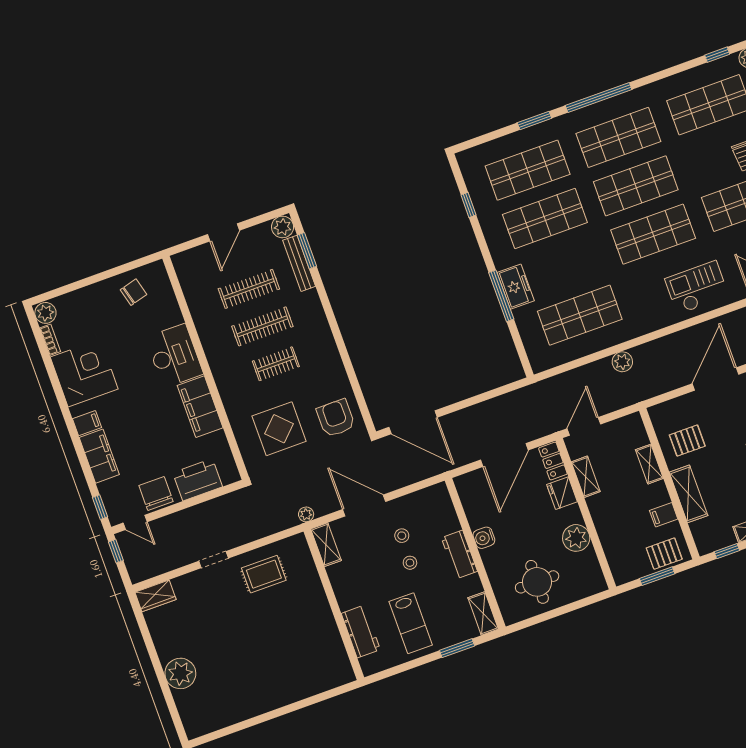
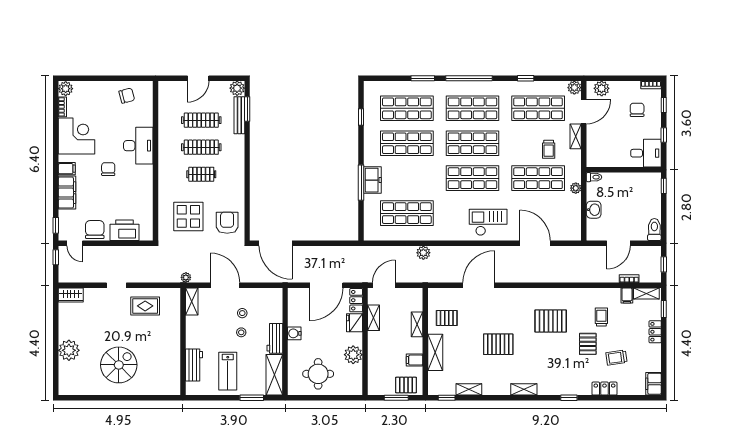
window: (717, 55) -> (526, 78), moved
chair: (144, 403) -> (108, 169), added
filing cabinet: (200, 407) -> (143, 184), removed
shelving: (483, 613) -> (274, 375), width x1.50, depth x1.33
spiral stairs: (257, 669) -> (119, 365), added

